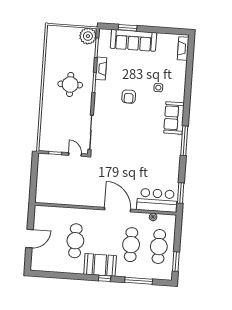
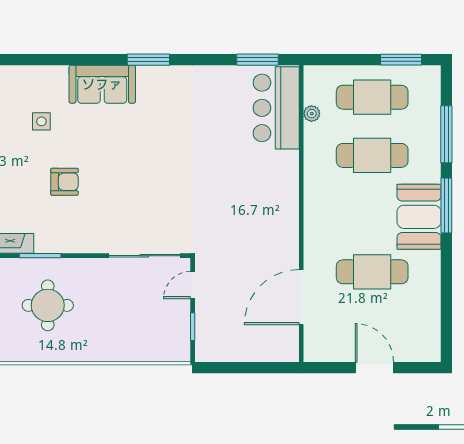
window: (184, 141) -> (148, 60), width x0.69
door: (118, 210) -> (301, 297), moved
window: (105, 278) -> (446, 206), width x2.17

